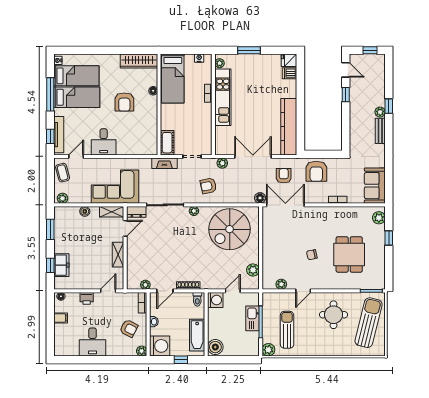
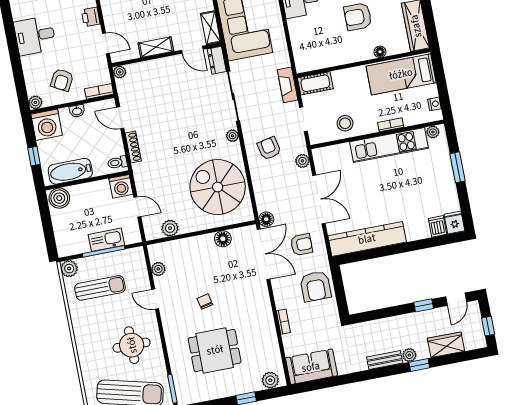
wardrobe: (378, 84) -> (446, 345), added
stool: (201, 127) -> (345, 123), added
armchair: (316, 171) -> (316, 286), turned -90
floor lamp: (268, 233) -> (223, 239), added
plant: (145, 285) -> (120, 72), moved

